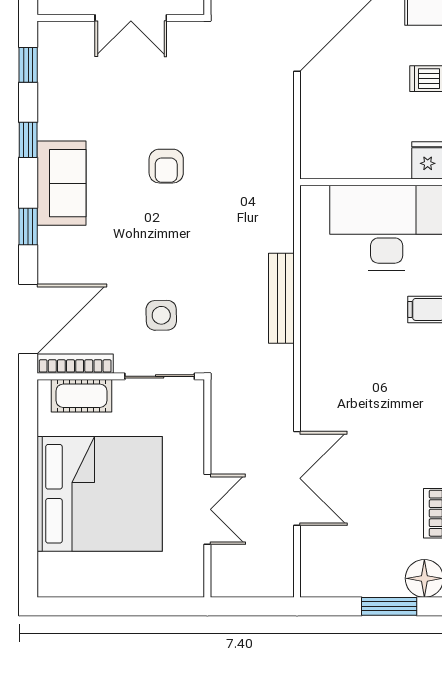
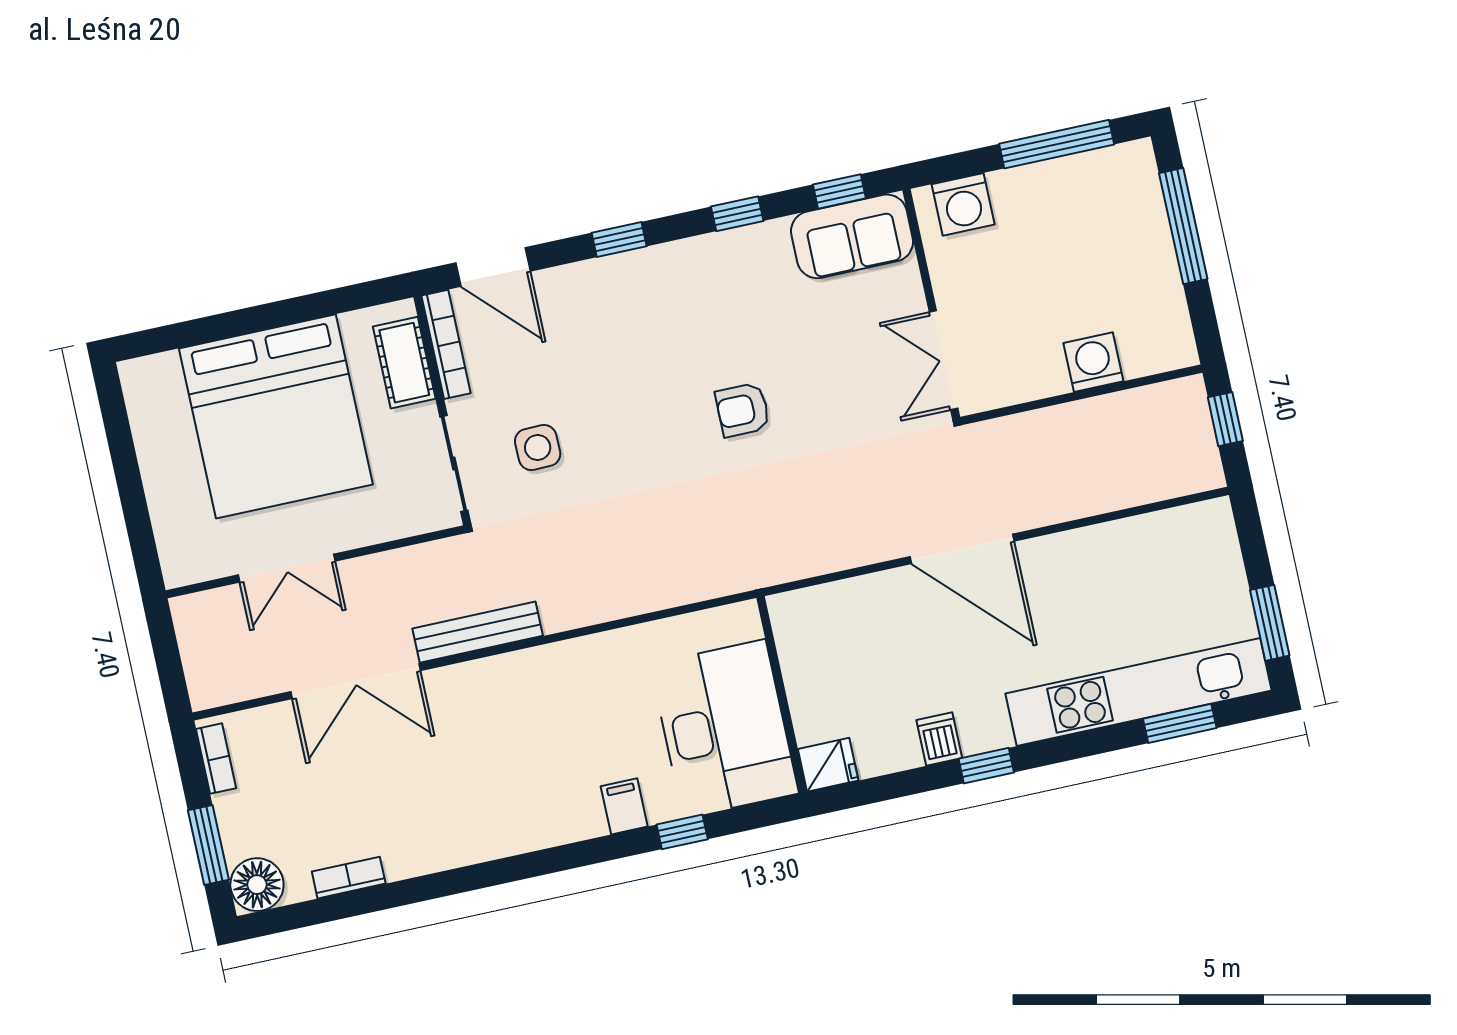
double door: (131, 18) -> (944, 360), moved
sofa: (61, 183) -> (852, 236), moved
bench: (281, 298) -> (478, 632), moved
door: (28, 319) -> (493, 267), width x0.73
bookcase: (330, 588) -> (216, 759), added

